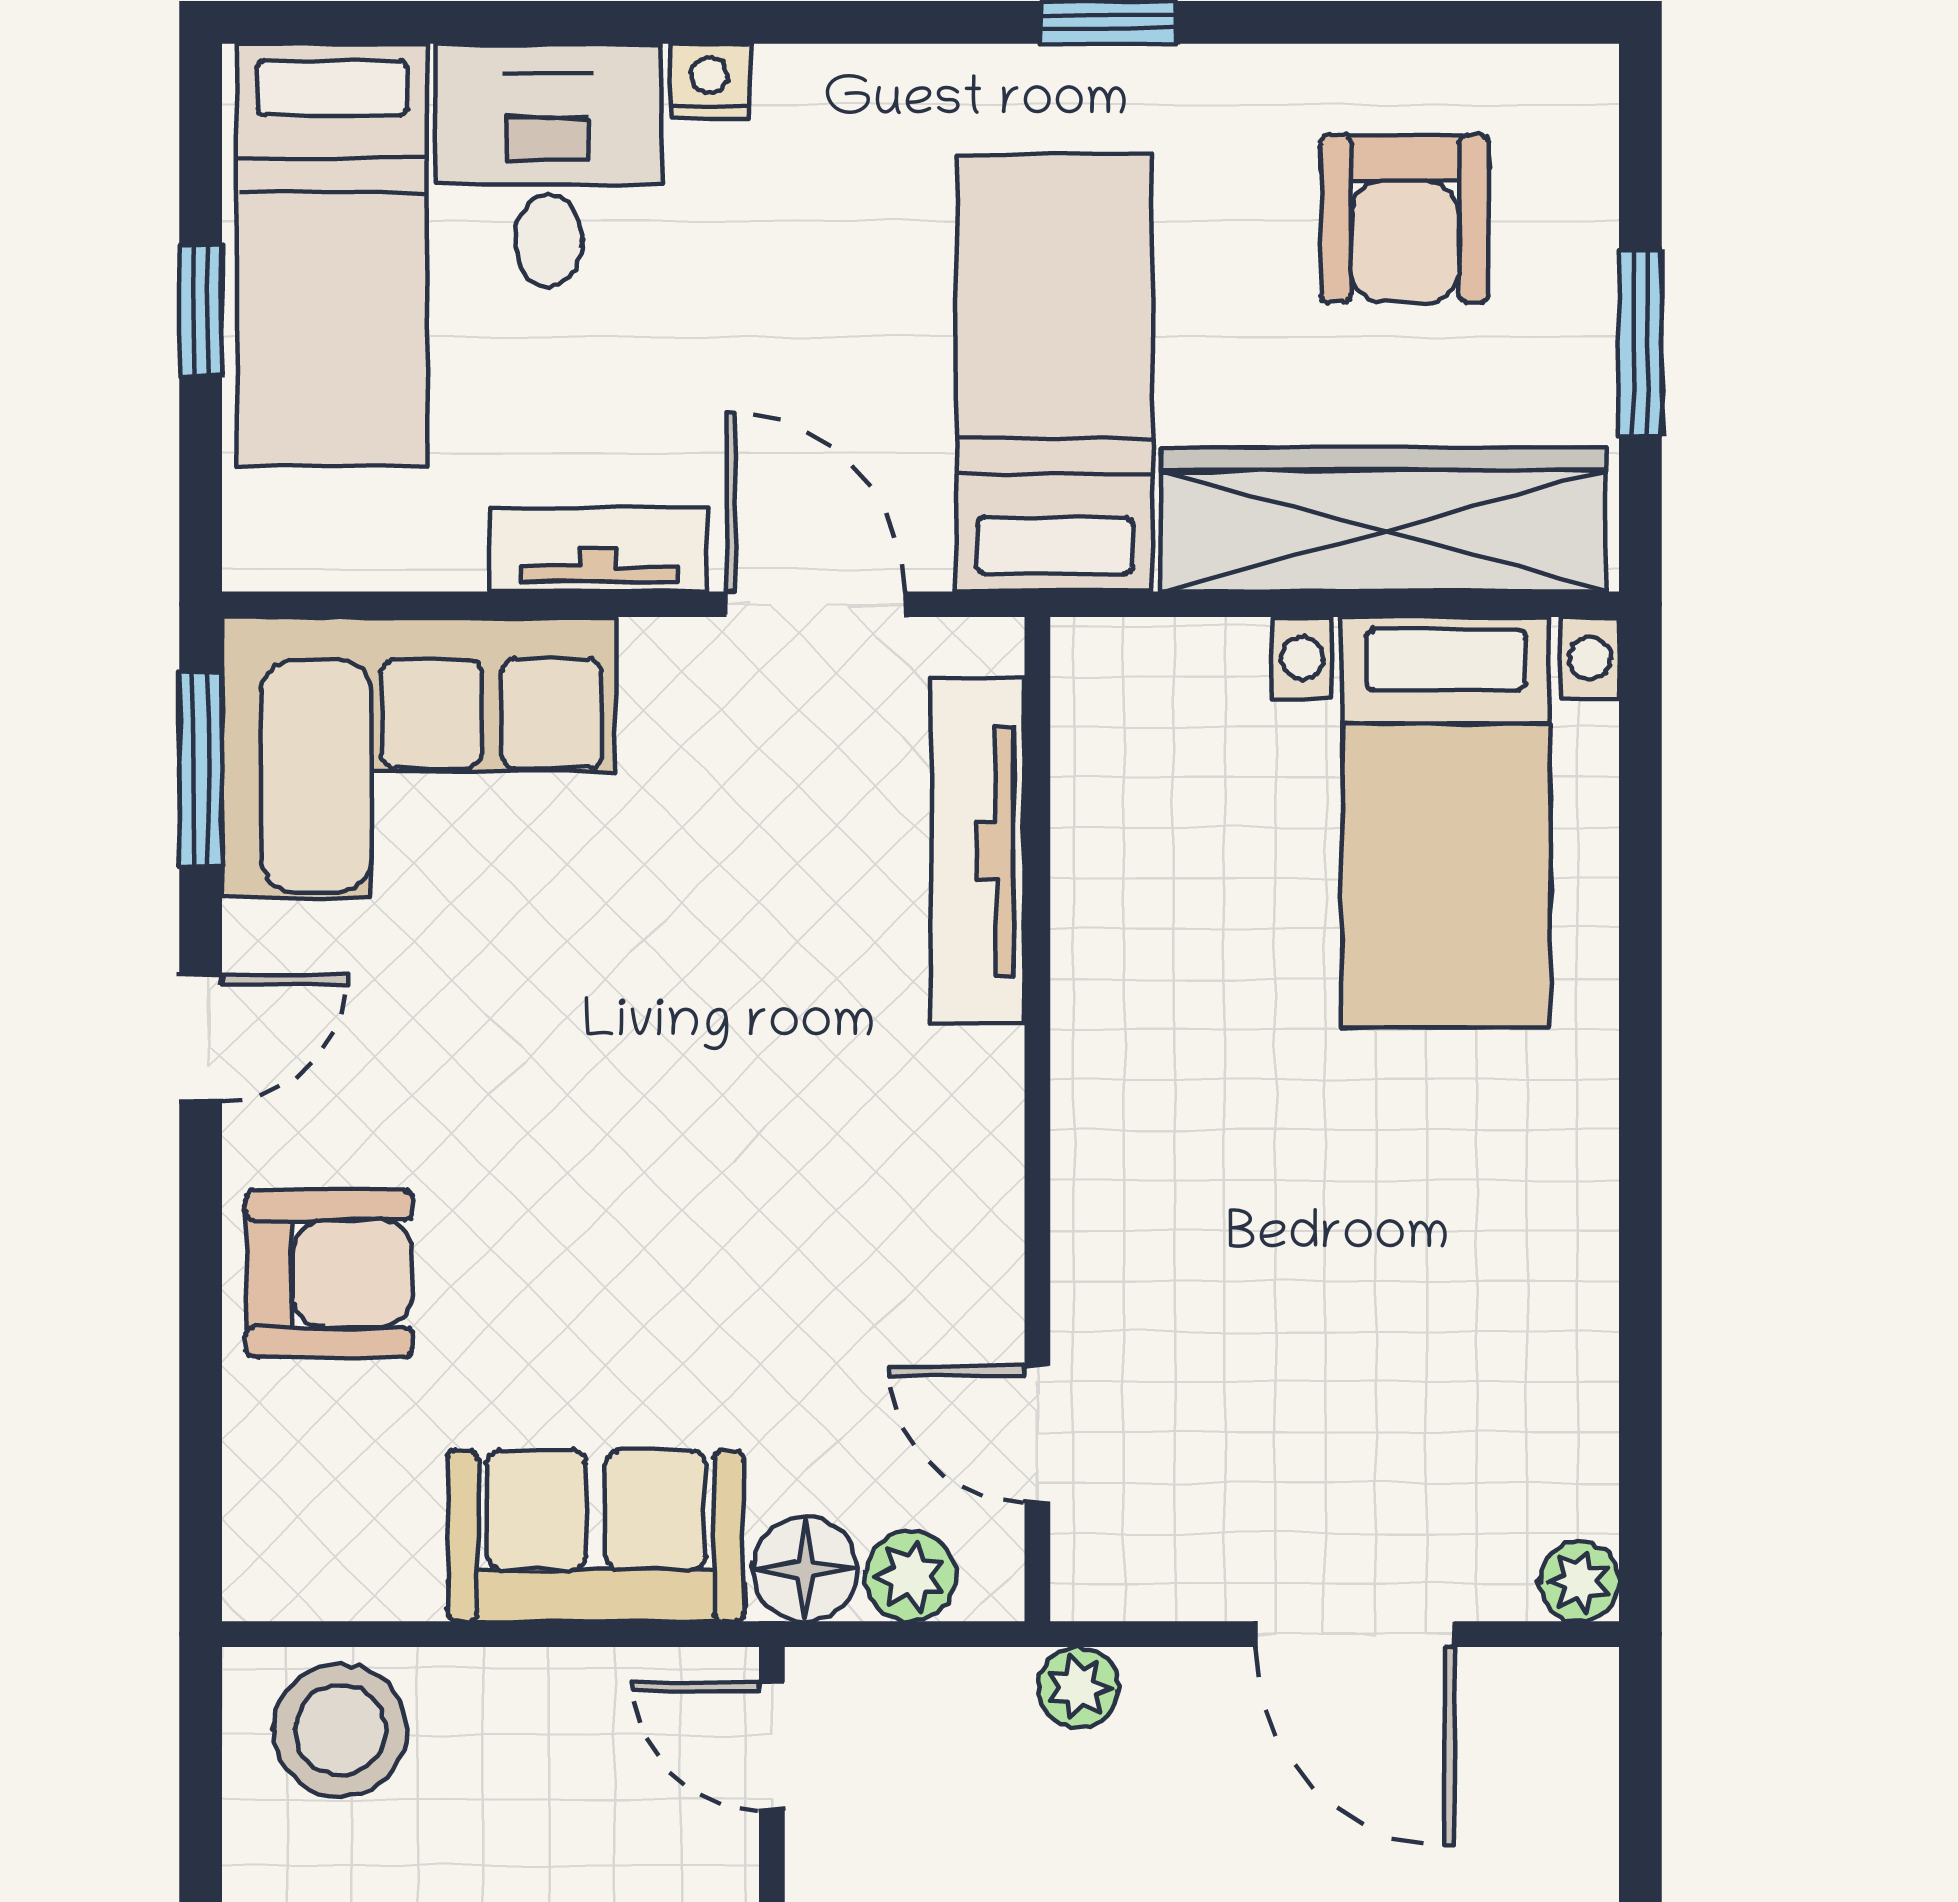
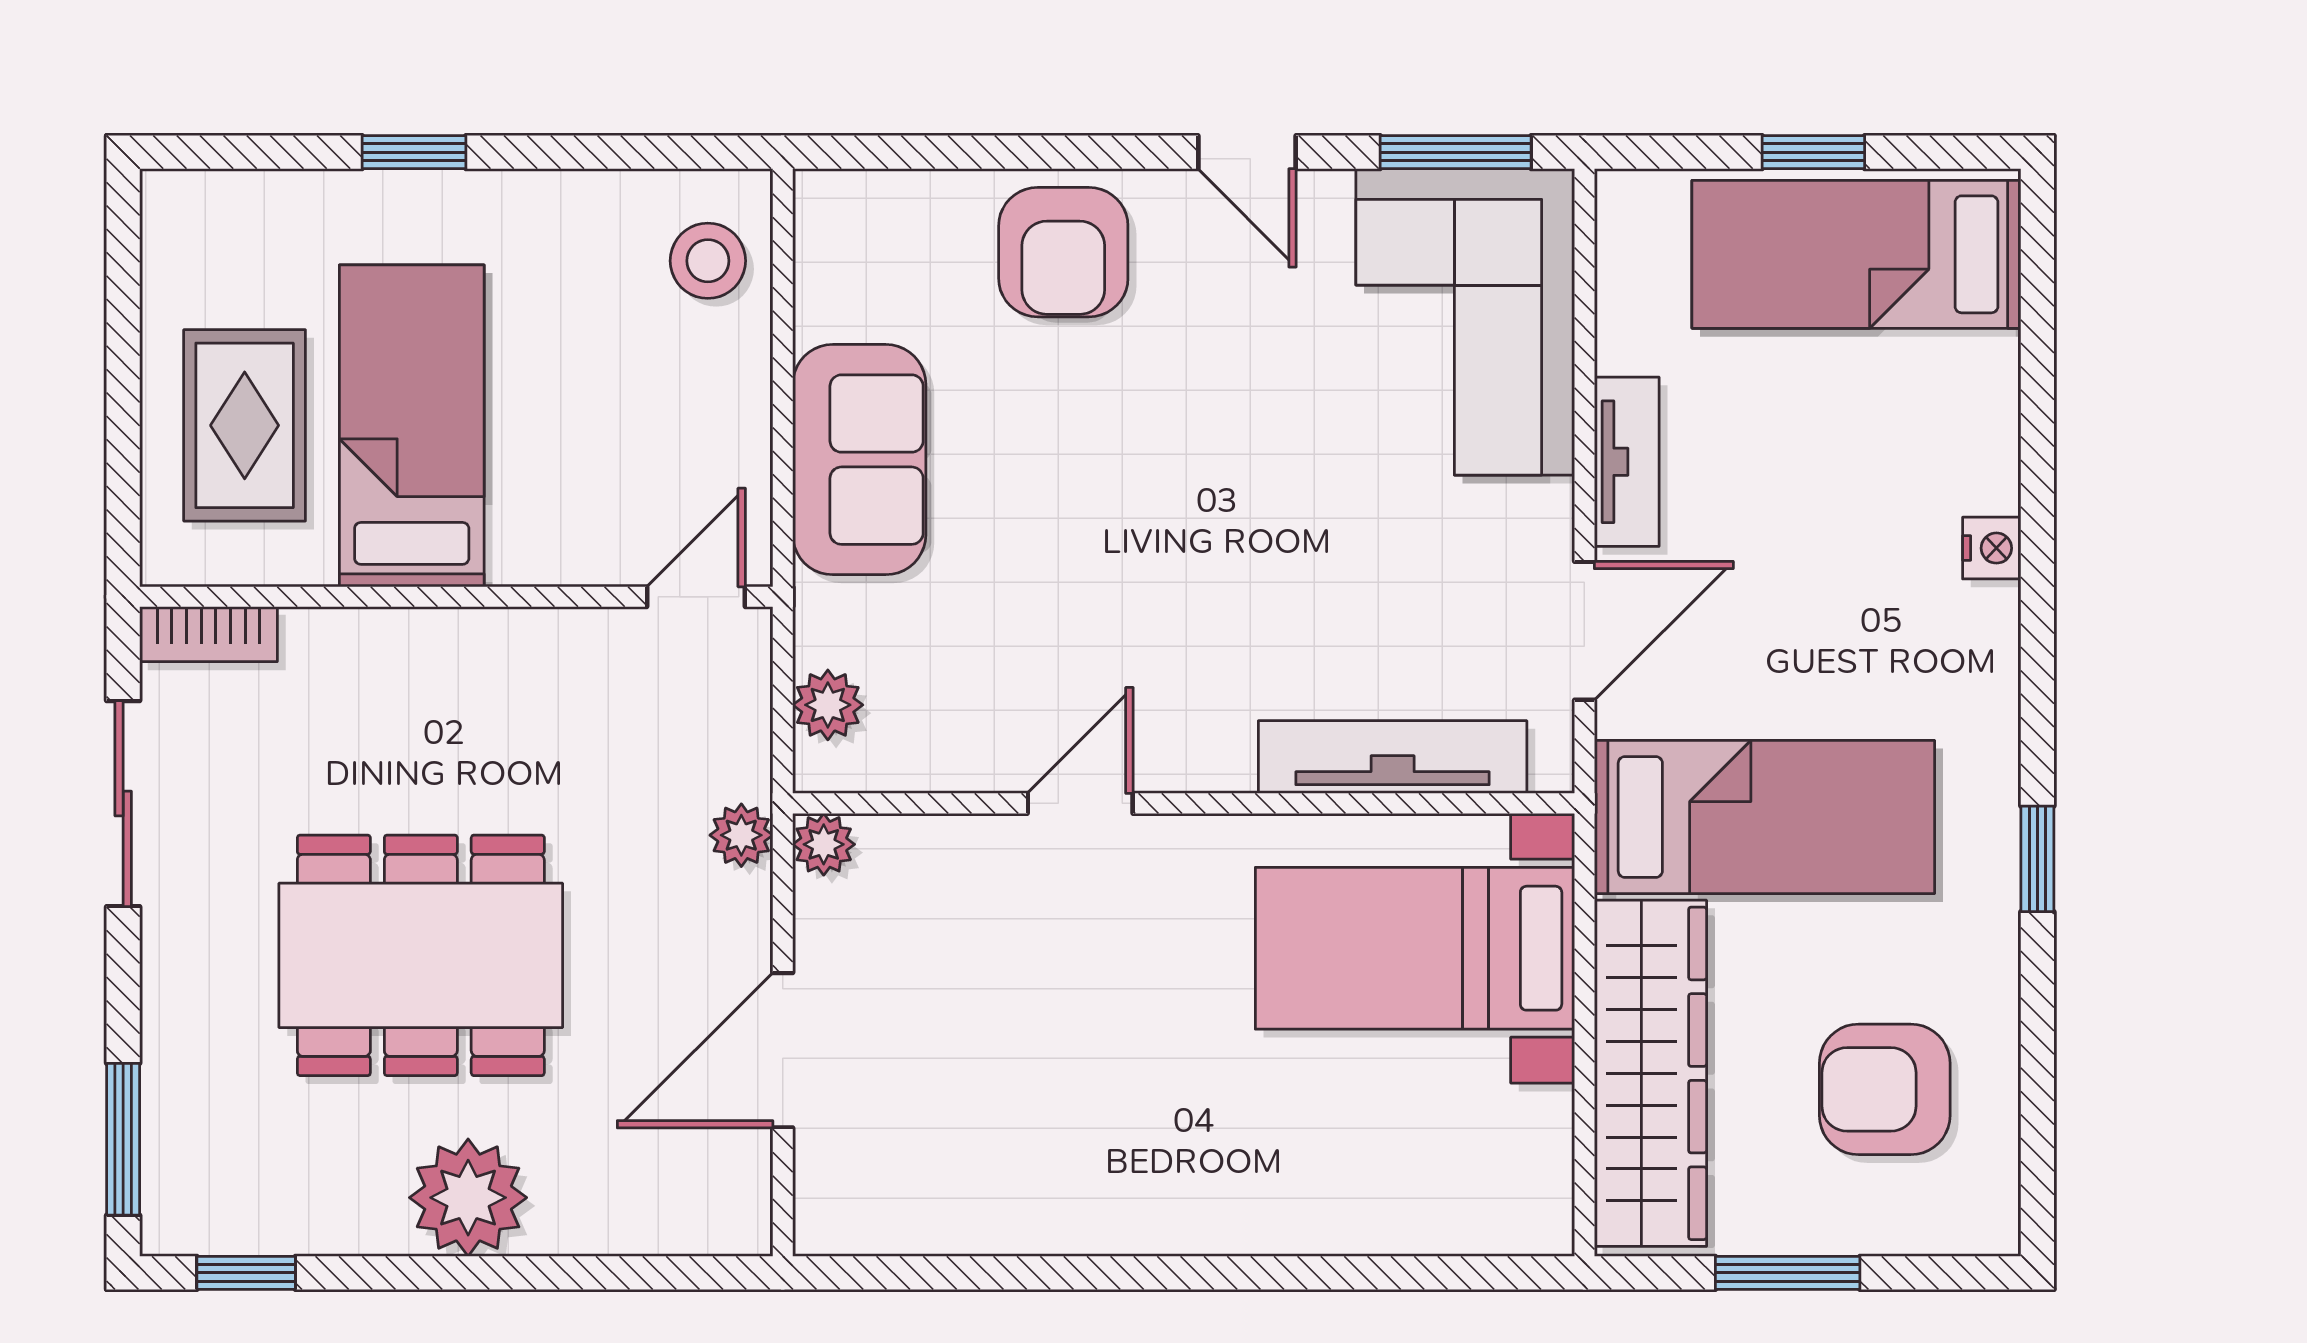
desk: (548, 165) -> (1926, 423), removed
bed with nightstands: (1446, 822) -> (1415, 948), moved
door: (1037, 1434) -> (1080, 803), moved
floor lamp: (805, 1569) -> (834, 622), removed
plant: (1579, 1582) -> (824, 844), moved
stool: (340, 1730) -> (708, 261), width x0.73, depth x0.73

